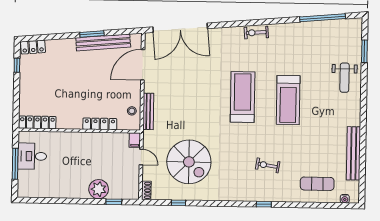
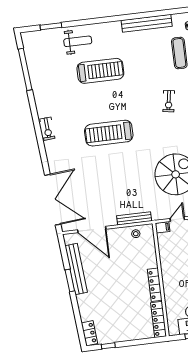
treadmill: (288, 100) -> (100, 71), moved
locker: (100, 124) -> (155, 285), moved

